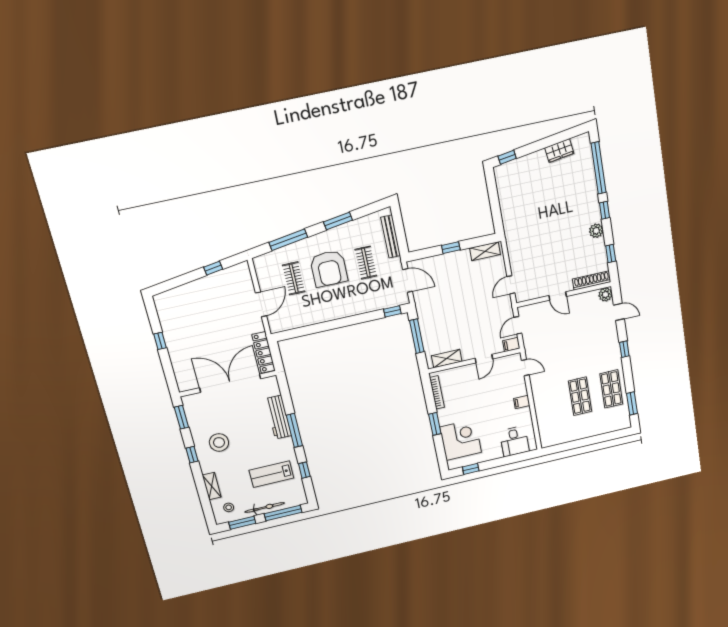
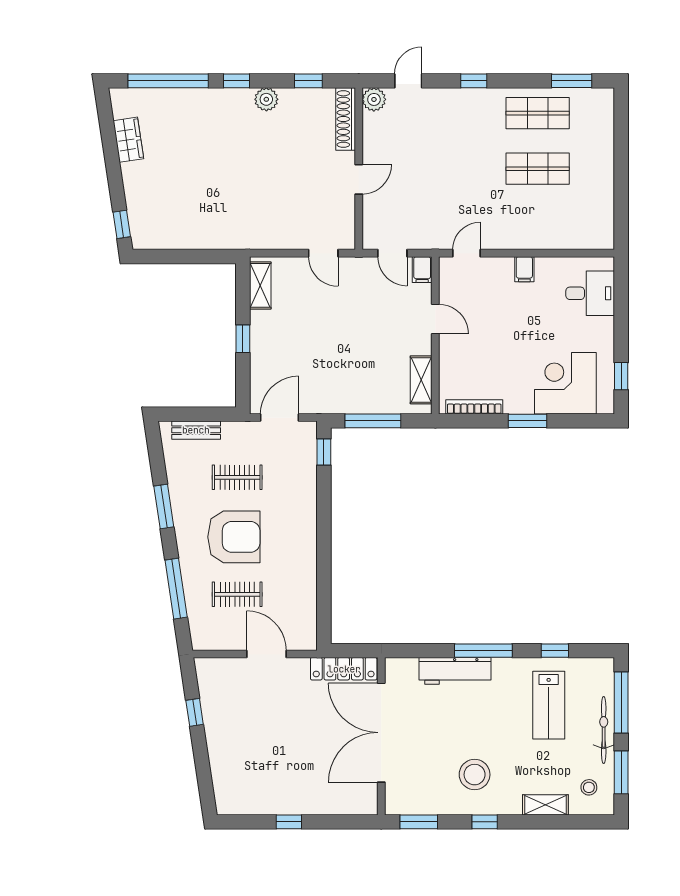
bench: (391, 237) -> (196, 430), width x0.73

